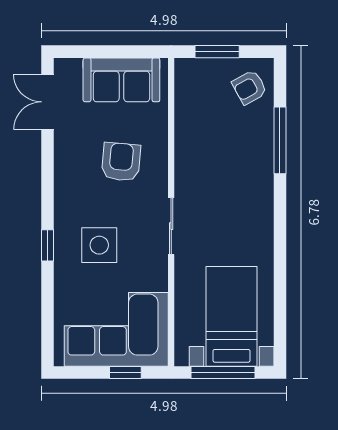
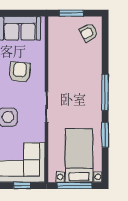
window: (280, 140) -> (105, 92), moved
window: (280, 278) -> (105, 135), added

